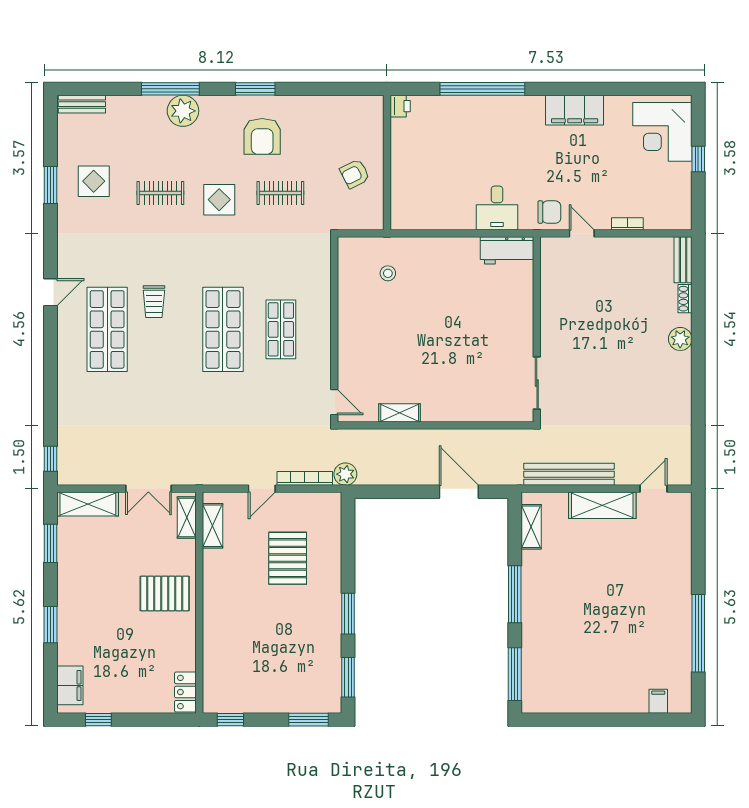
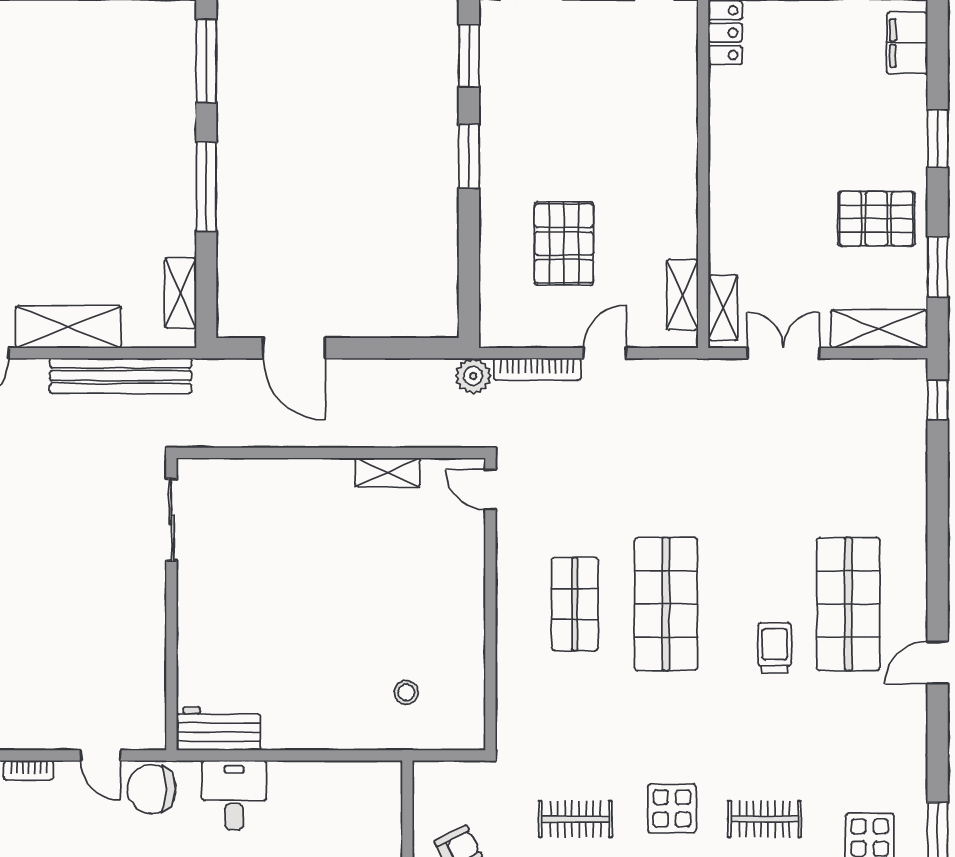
chair: (549, 212) -> (152, 789), width x1.37, depth x1.37
pallet: (165, 593) -> (876, 219), moved

